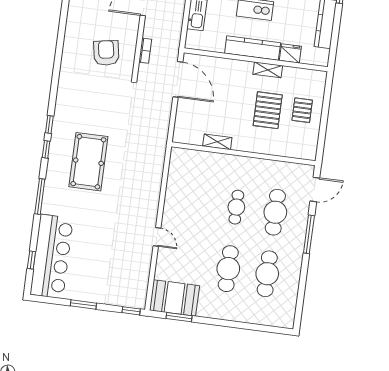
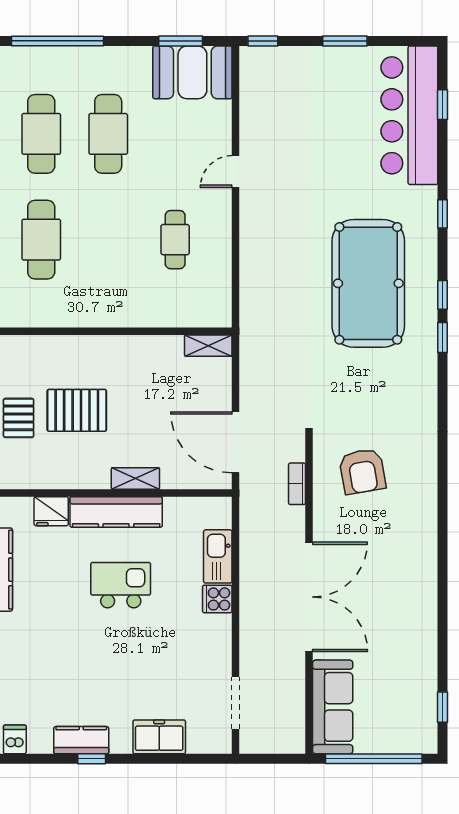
shelving: (268, 70) -> (135, 478), moved
pallet: (268, 110) -> (77, 410), turned 90
shelving: (217, 142) -> (208, 346), moved
pool table: (88, 162) -> (368, 283), width x1.36, depth x1.32
window: (40, 196) -> (443, 214), width x0.46
cafe table: (236, 207) -> (175, 240), moved
door: (157, 237) -> (236, 172), hinge flipped
window: (251, 327) -> (58, 41), added

